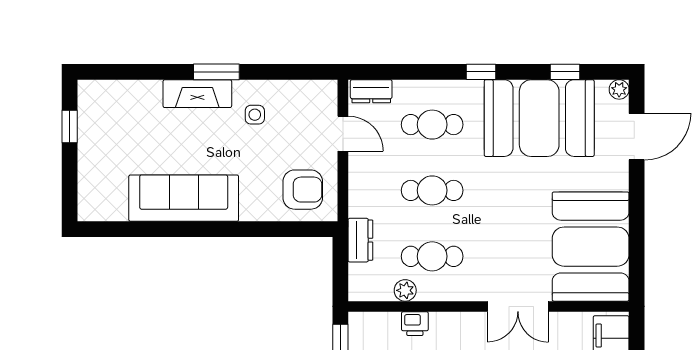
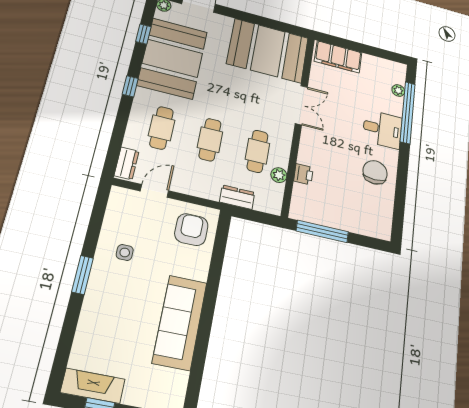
fireplace: (197, 94) -> (93, 386), moved, turned -90

